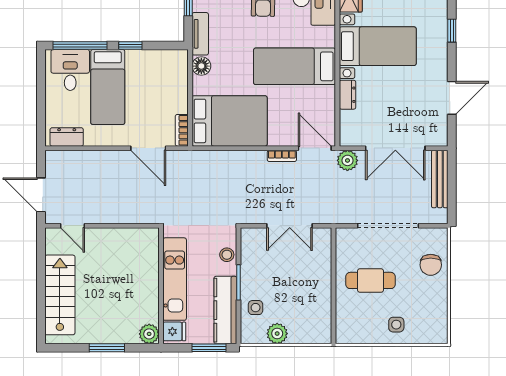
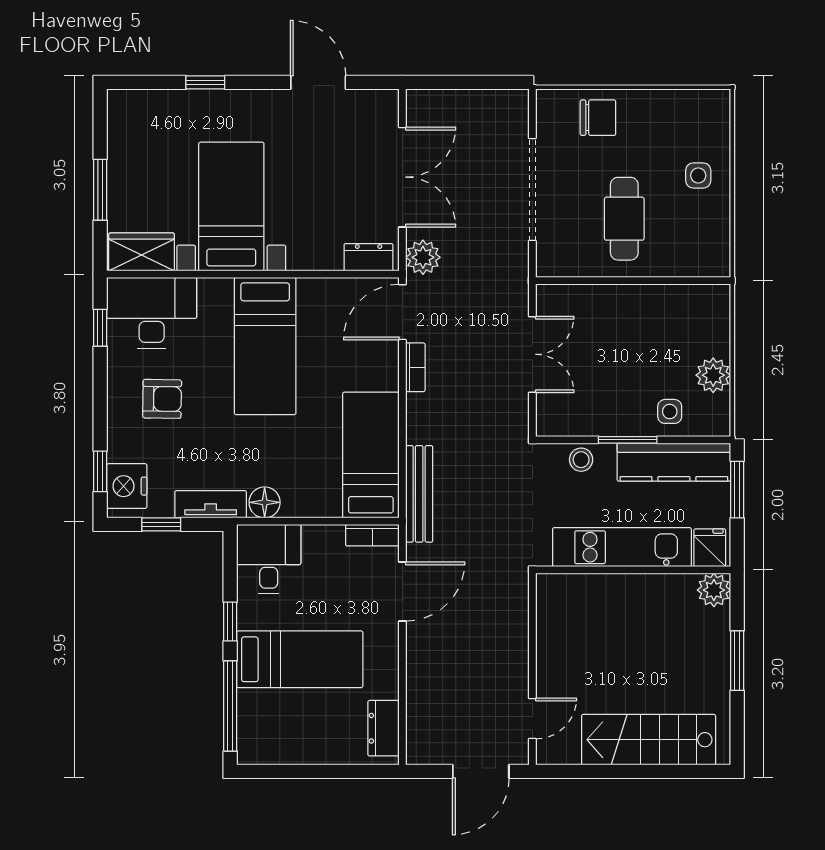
desk: (70, 70) -> (269, 559), moved, turned 90
dresser: (348, 95) -> (369, 257), moved
bed: (230, 121) -> (371, 455), width x0.67
bench: (440, 179) -> (419, 494), moved, turned 90

